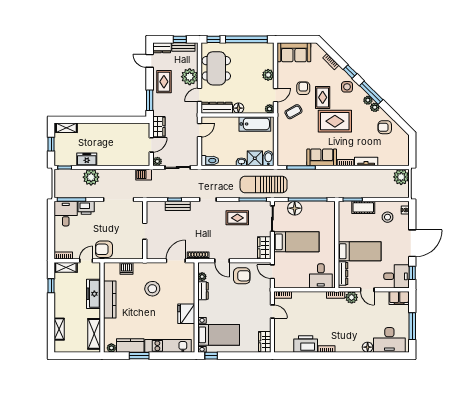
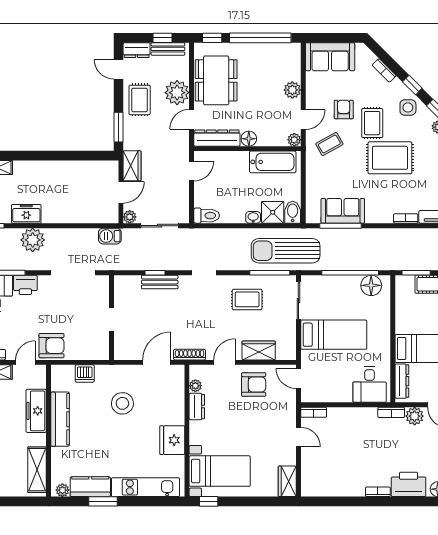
sofa: (322, 157) -> (343, 211), moved
floor lamp: (295, 208) -> (371, 285), moved
wardrobe: (264, 248) -> (259, 350), moved, turned 90
armchair: (104, 249) -> (52, 346), turned 180
door: (222, 261) -> (225, 362), swing flipped
printer: (306, 344) -> (409, 484), moved

